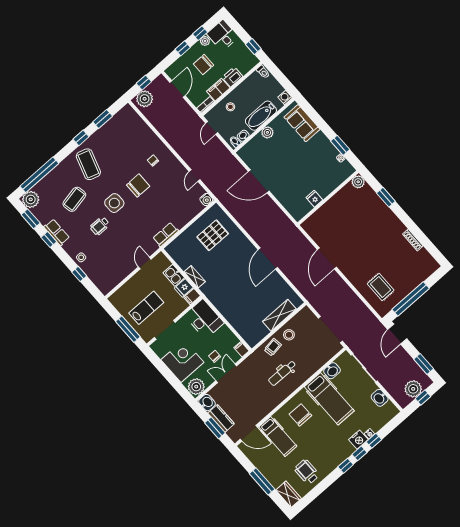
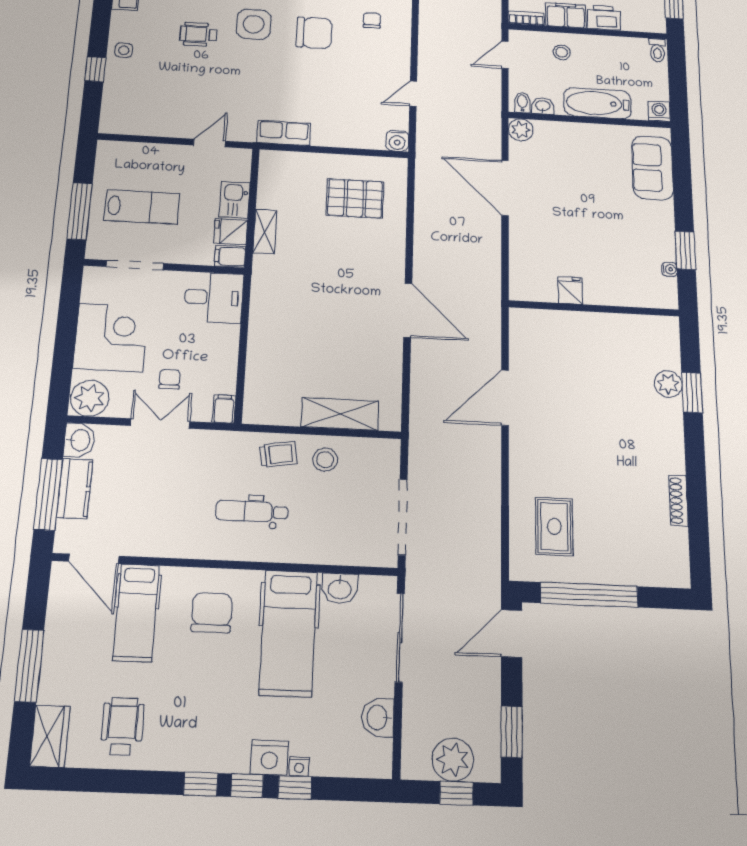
plant: (267, 132) -> (521, 130), moved
plant: (358, 182) -> (668, 384), moved
door: (268, 259) -> (408, 310), swing flipped
desk: (204, 319) -> (214, 297), width x0.73
window: (215, 428) -> (48, 494), width x1.44

